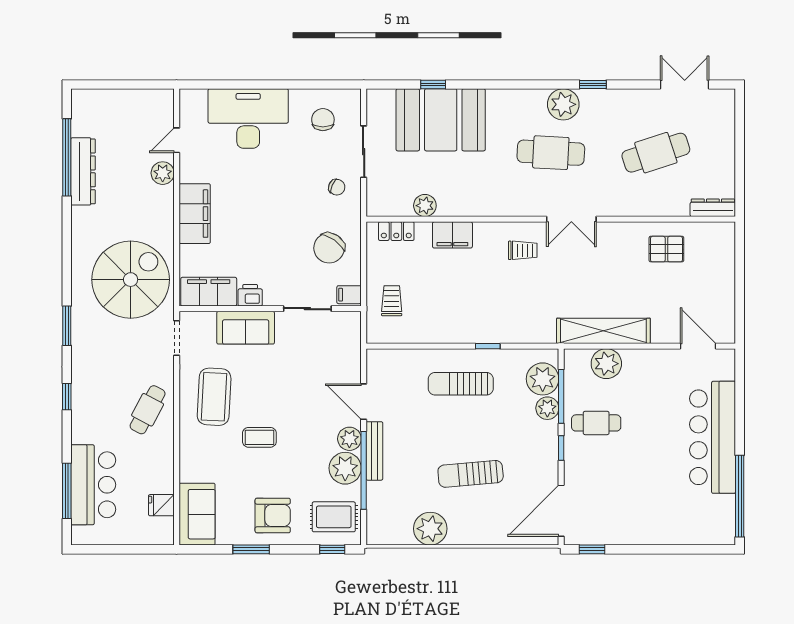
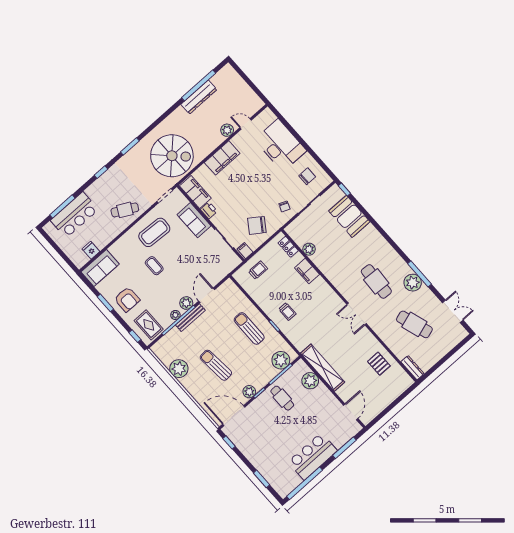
window: (433, 84) -> (344, 189), moved
window: (593, 84) -> (419, 274), width x2.17
plant: (563, 104) -> (413, 283), moved
booth: (441, 120) -> (349, 216), width x0.73, depth x0.70
trolley: (523, 250) -> (287, 311), moved
window: (740, 398) -> (344, 448), added
plant: (547, 408) -> (249, 392), moved
bar counter: (713, 437) -> (313, 456), width x0.73
plant: (345, 468) -> (175, 315), width x0.53, depth x0.53
window: (682, 549) -> (262, 479), added

